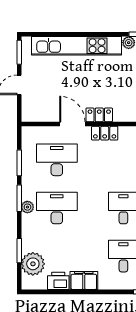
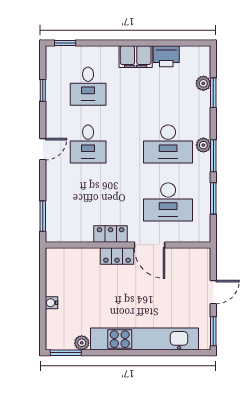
plant: (33, 264) -> (203, 83), width x0.53, depth x0.53

